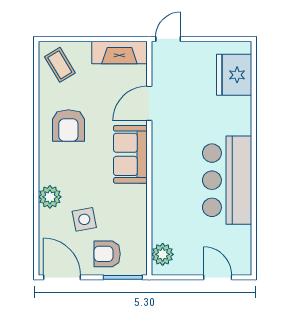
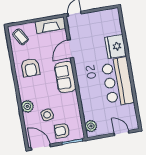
fridge: (234, 75) -> (115, 47), moved

